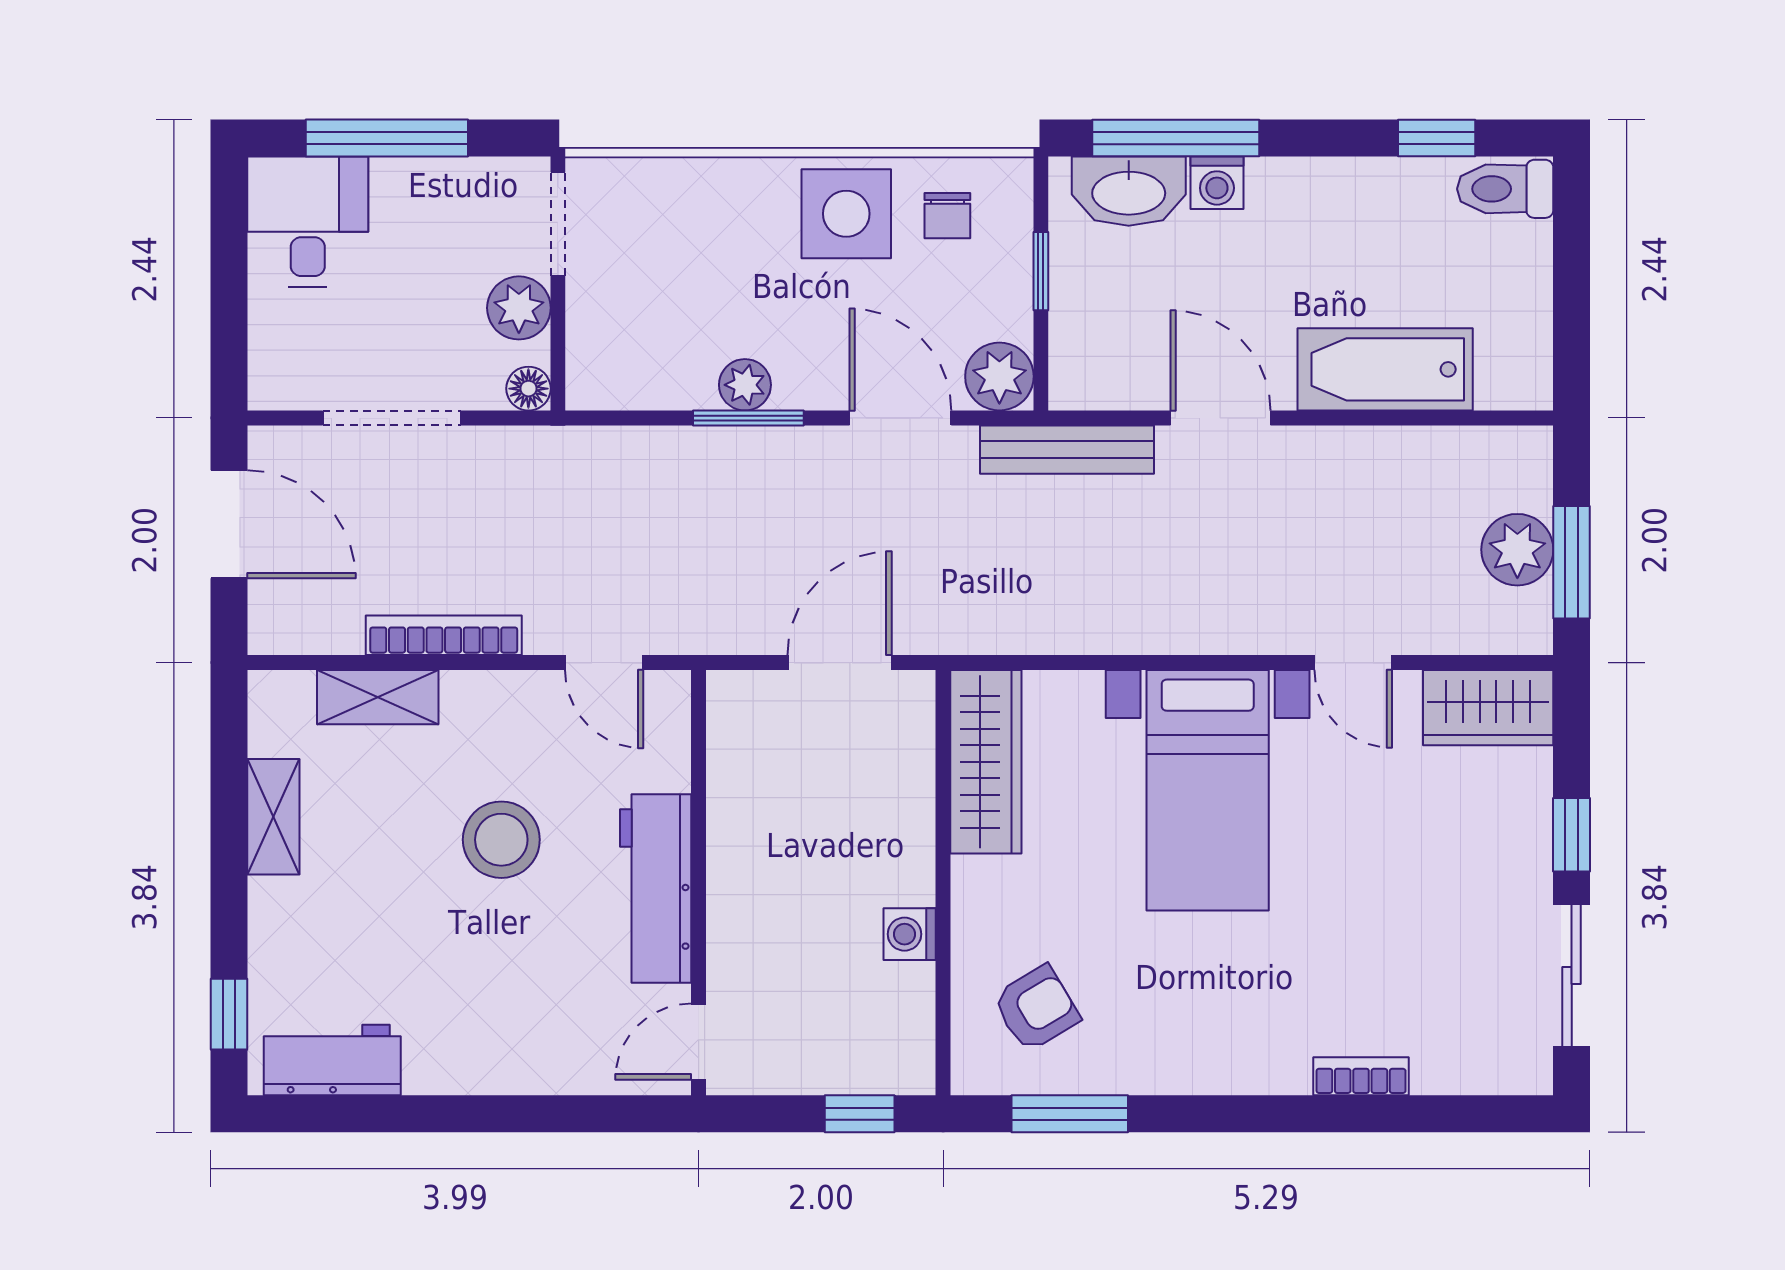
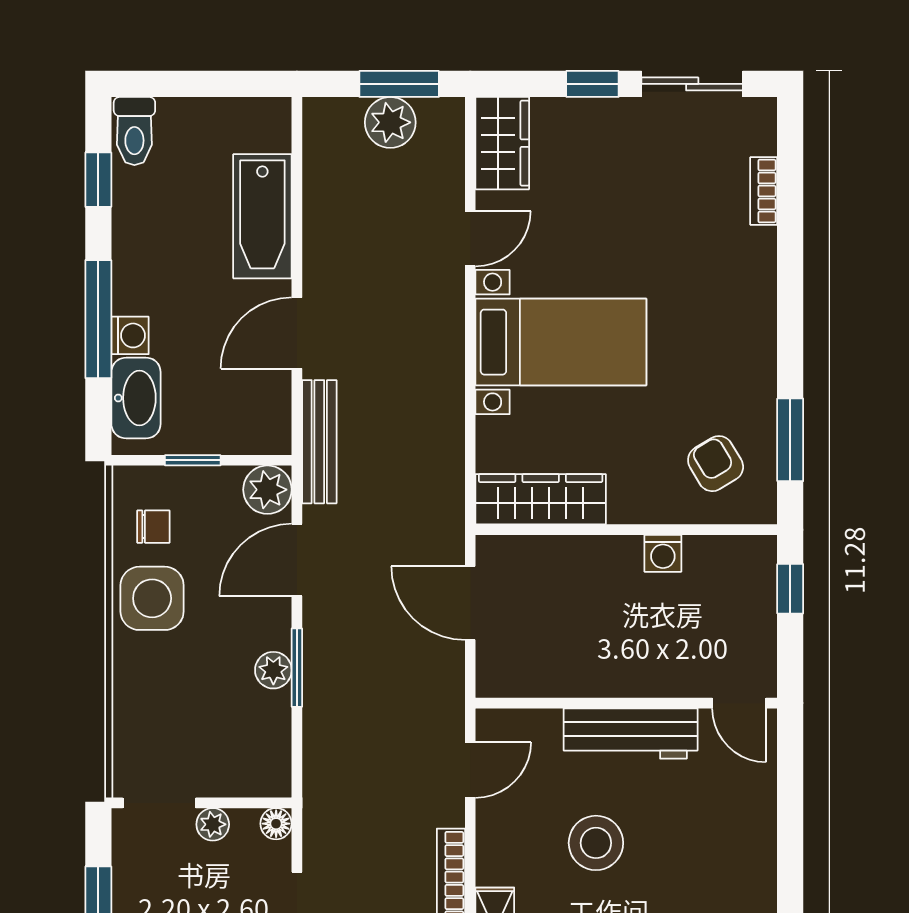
window: (1176, 138) -> (98, 319), moved
plant: (519, 308) -> (213, 824), width x0.73, depth x0.73
bookcase: (1361, 1076) -> (764, 191), moved

